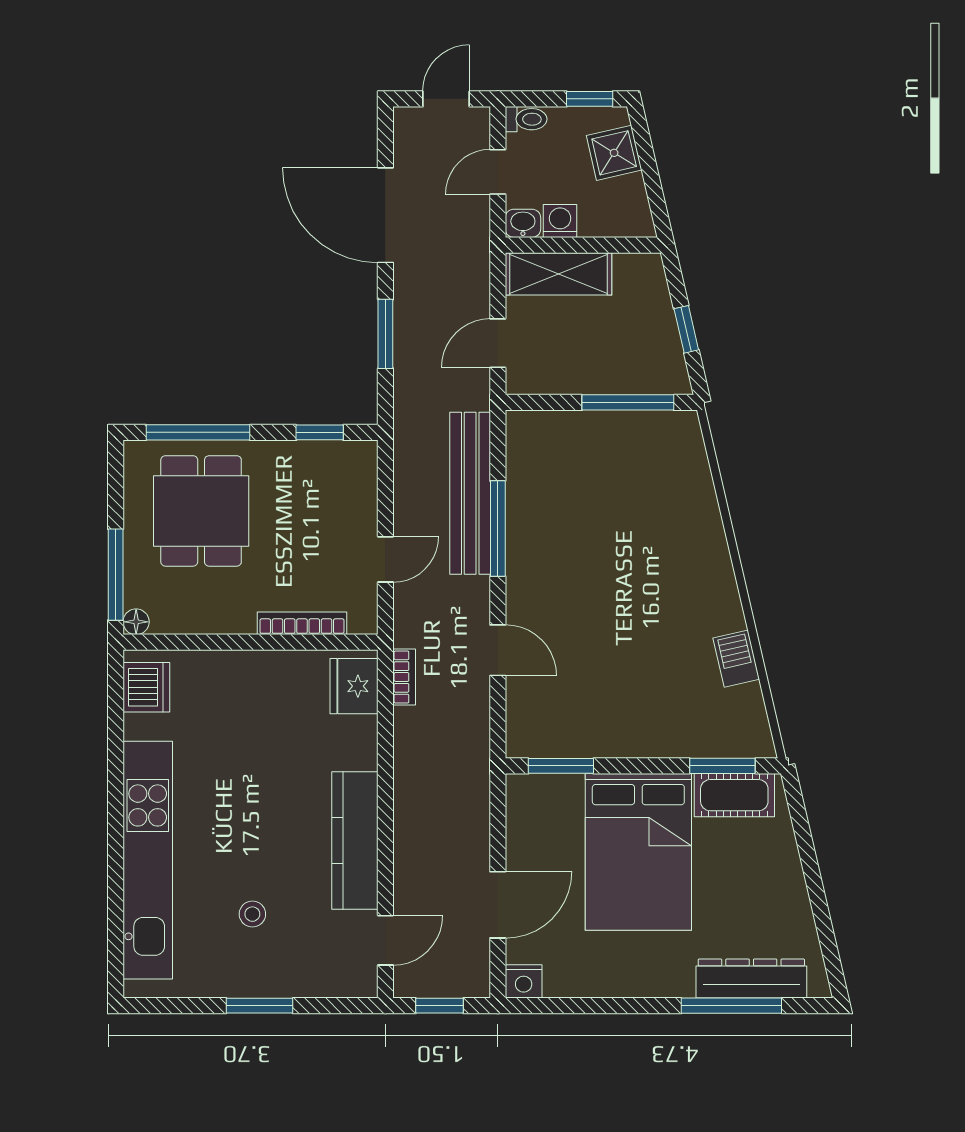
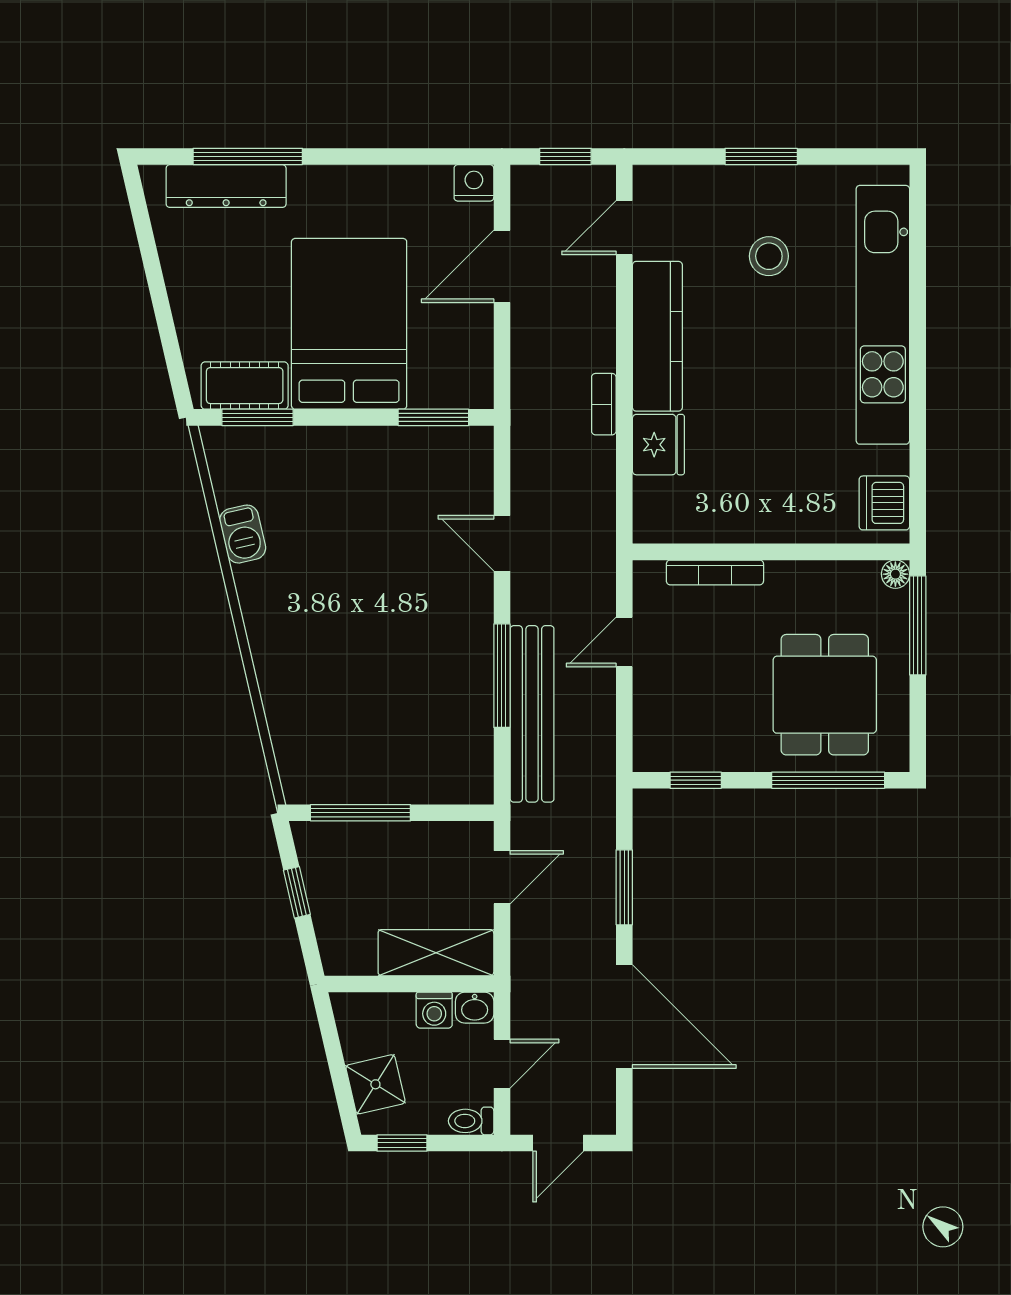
bookcase: (404, 677) -> (604, 404), moved
fridge: (354, 686) -> (658, 445), moved
stool: (252, 914) -> (769, 256), width x1.37, depth x1.37

